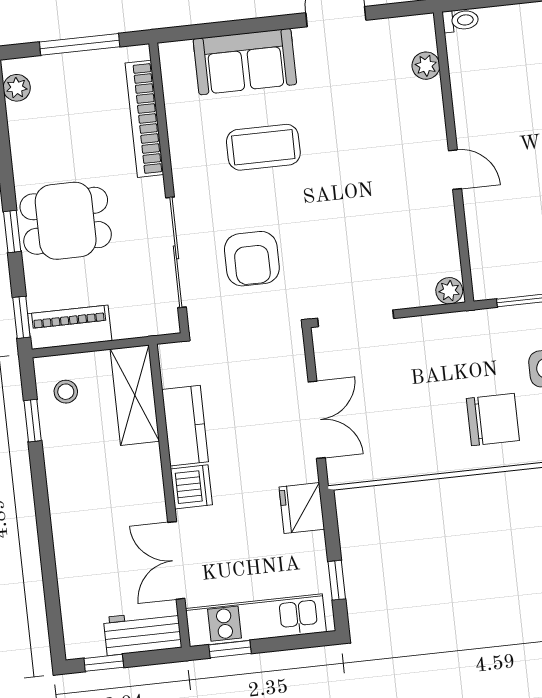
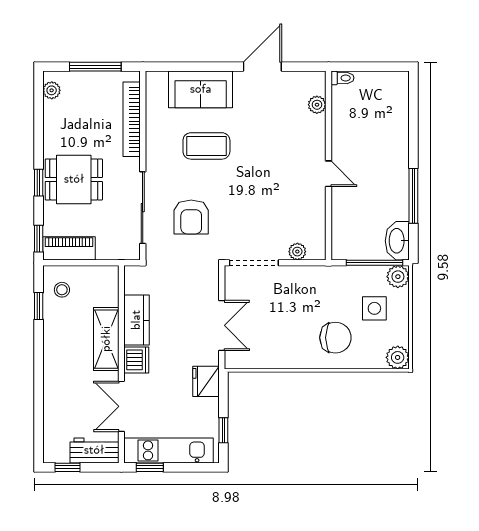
plant: (449, 291) -> (297, 252), moved
shelving: (135, 395) -> (106, 339), moved

